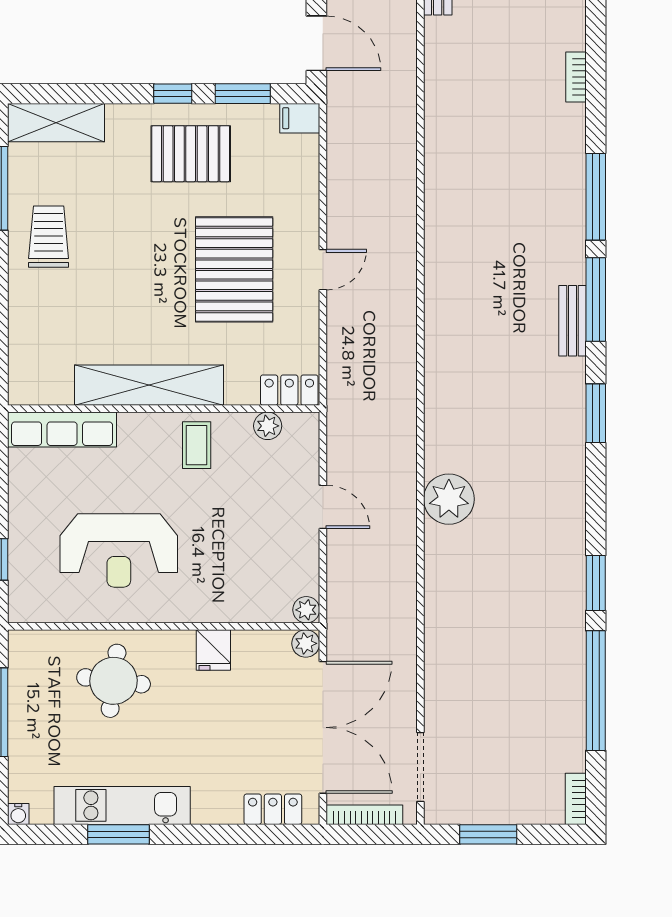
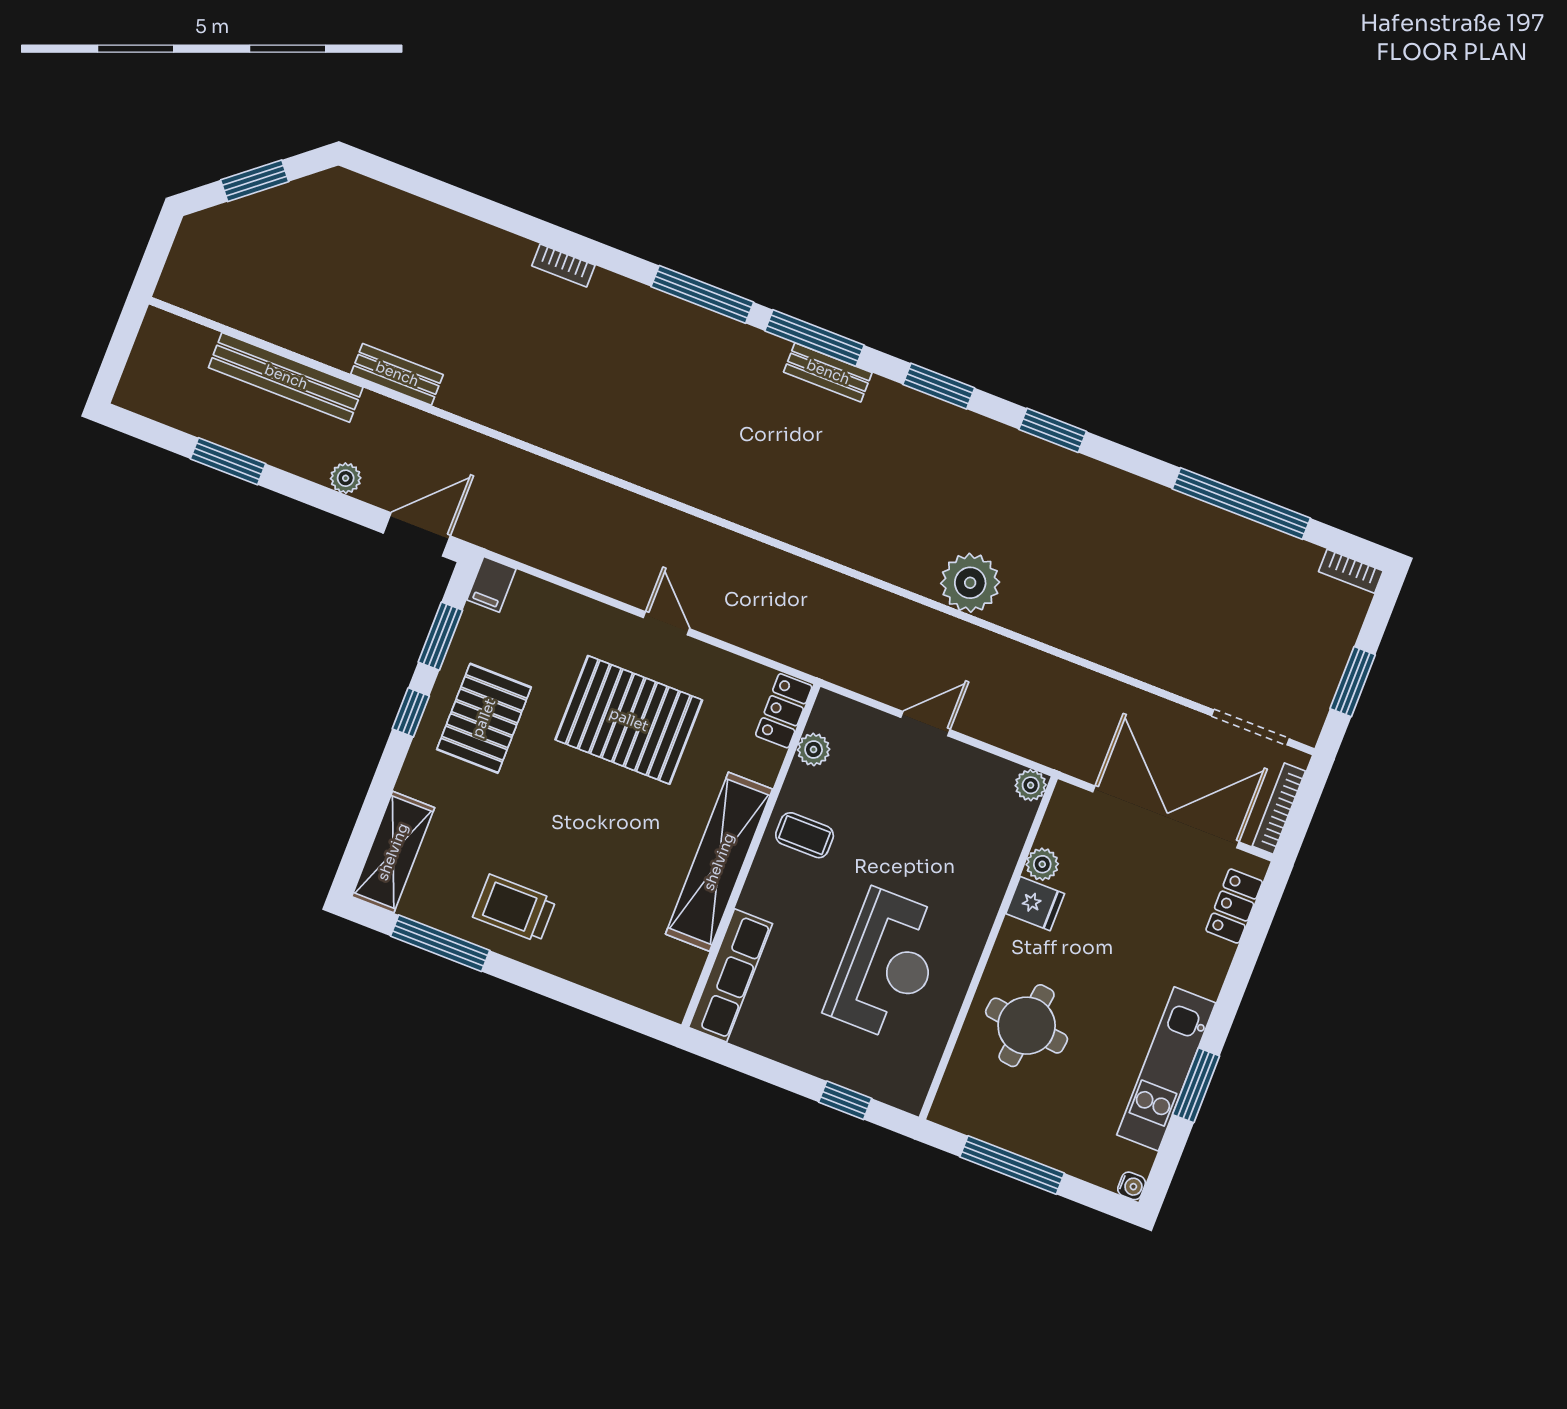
window: (596, 583) -> (1053, 430), moved
plant: (306, 643) -> (1042, 864), moved

